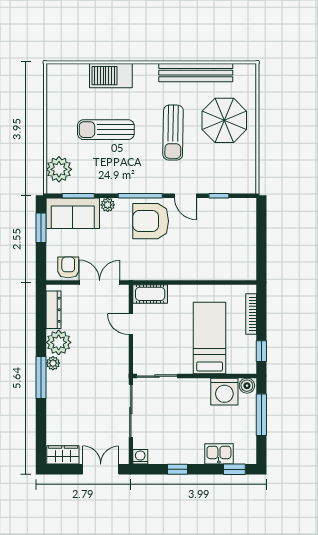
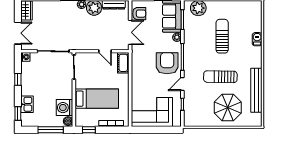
barbecue: (111, 76) -> (257, 39), width x0.53, depth x0.65
corner sofa: (232, 246) -> (152, 112), added
door: (131, 324) -> (105, 51), swing flipped

